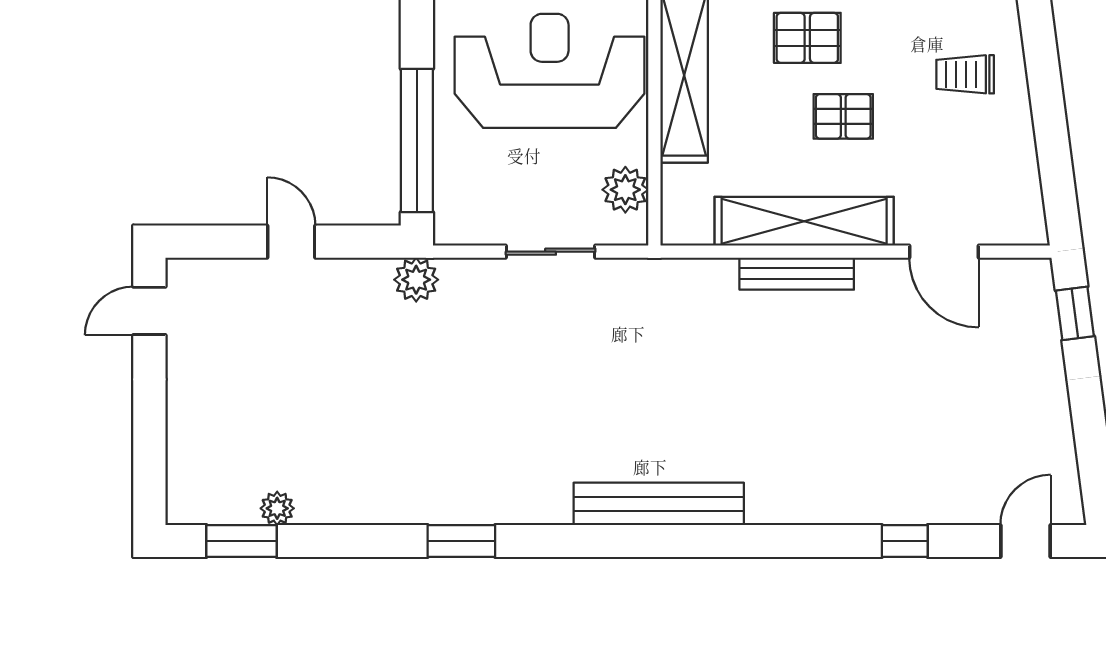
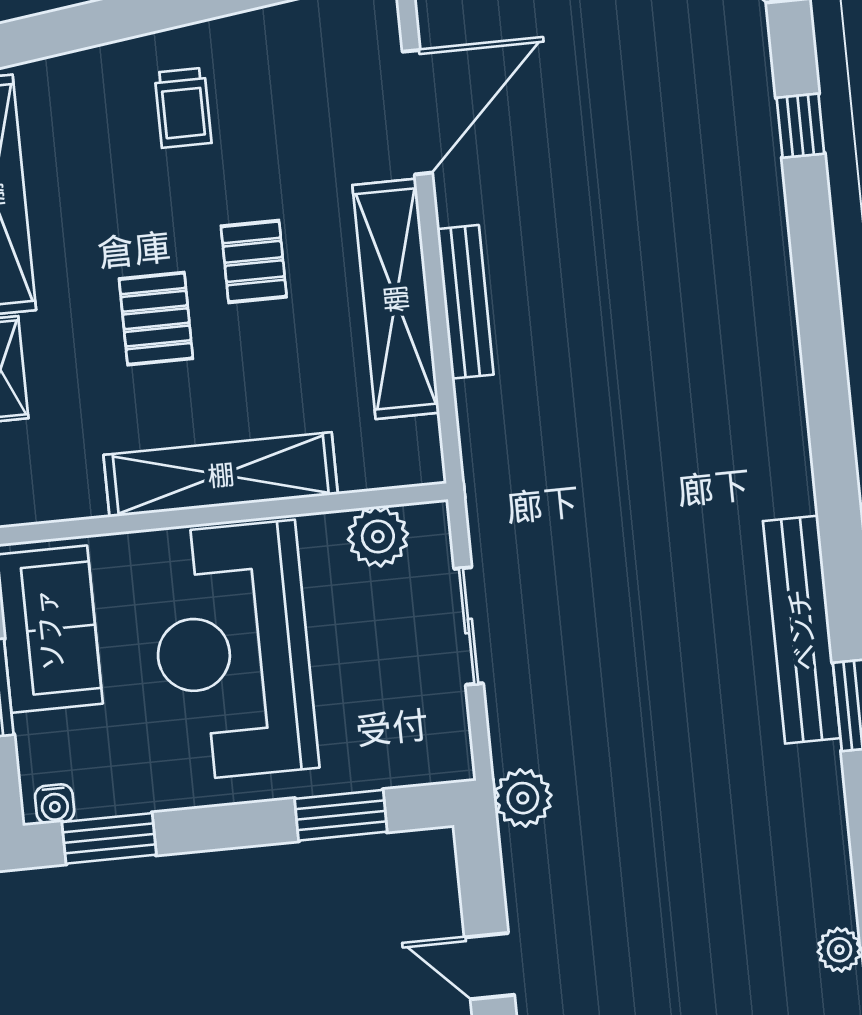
window: (417, 141) -> (341, 815), width x0.47
door: (291, 242) -> (489, 966), hinge flipped
door: (944, 252) -> (417, 112), width x1.36
bench: (659, 504) -> (802, 630), moved

